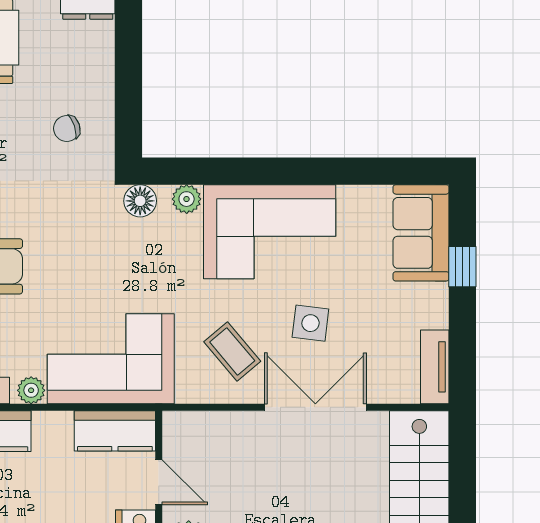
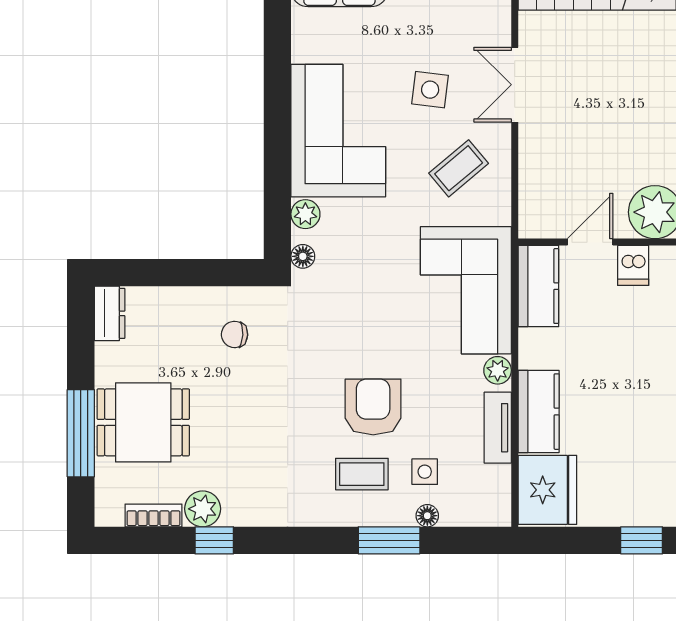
chair: (67, 128) -> (235, 334), turned 111
floor lamp: (140, 201) -> (303, 256), width x0.73, depth x0.73
double door: (315, 407) -> (515, 85), width x0.73

